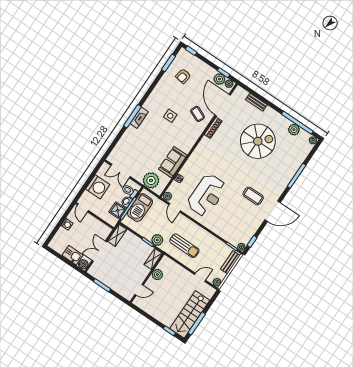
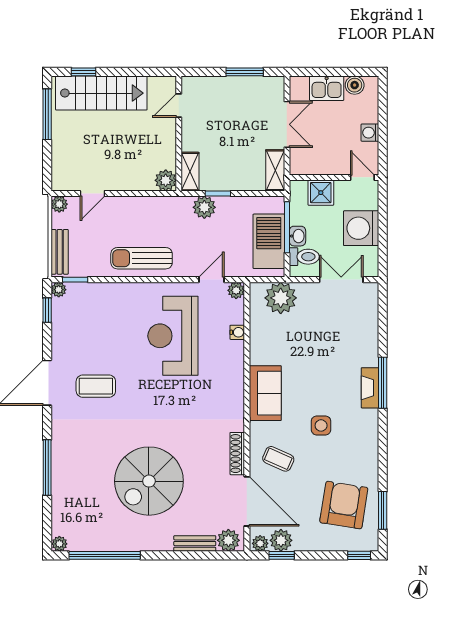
armchair: (183, 76) -> (344, 505), width x1.88, depth x1.88
plant: (294, 130) -> (228, 540), moved
sofa: (173, 162) -> (265, 393), moved
door: (175, 208) -> (212, 280), hinge flipped
shower: (118, 210) -> (321, 193), moved
sun lounger: (184, 246) -> (142, 258), moved
boiler: (83, 264) -> (355, 85), moved
plant: (157, 275) -> (166, 180), moved
stairs: (190, 314) -> (101, 93), moved, turned 90

